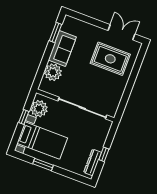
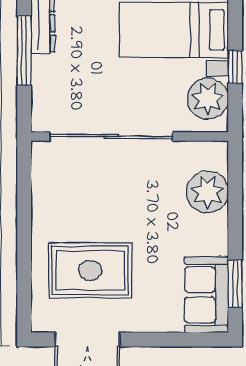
sofa: (62, 49) -> (206, 295), moved
window: (104, 154) -> (24, 51), width x2.17

